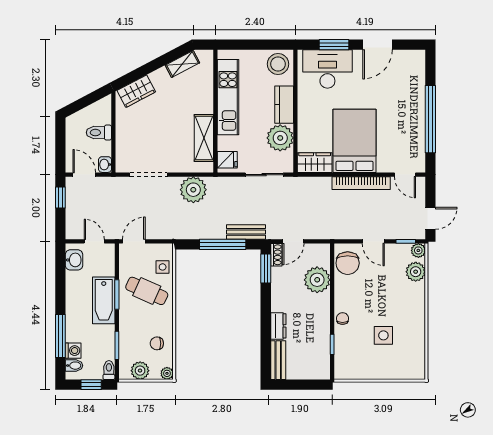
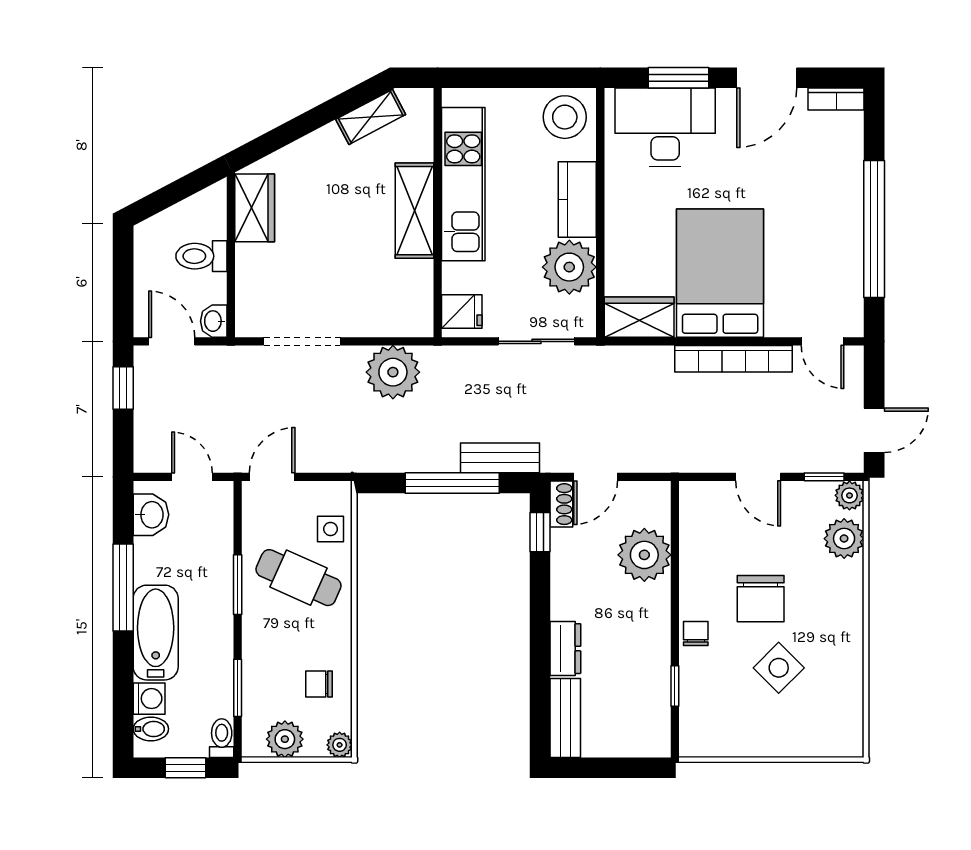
bookcase: (412, 55) -> (836, 99), added
wardrobe: (136, 91) -> (255, 208), moved, turned -62
shelving: (204, 138) -> (414, 211), moved
chair: (348, 263) -> (761, 599), moved
window: (266, 269) -> (540, 532), width x0.67
bathtub: (104, 300) -> (156, 633), moved, turned 180
side table: (383, 335) -> (779, 668), turned 45
window: (60, 336) -> (123, 587), moved

